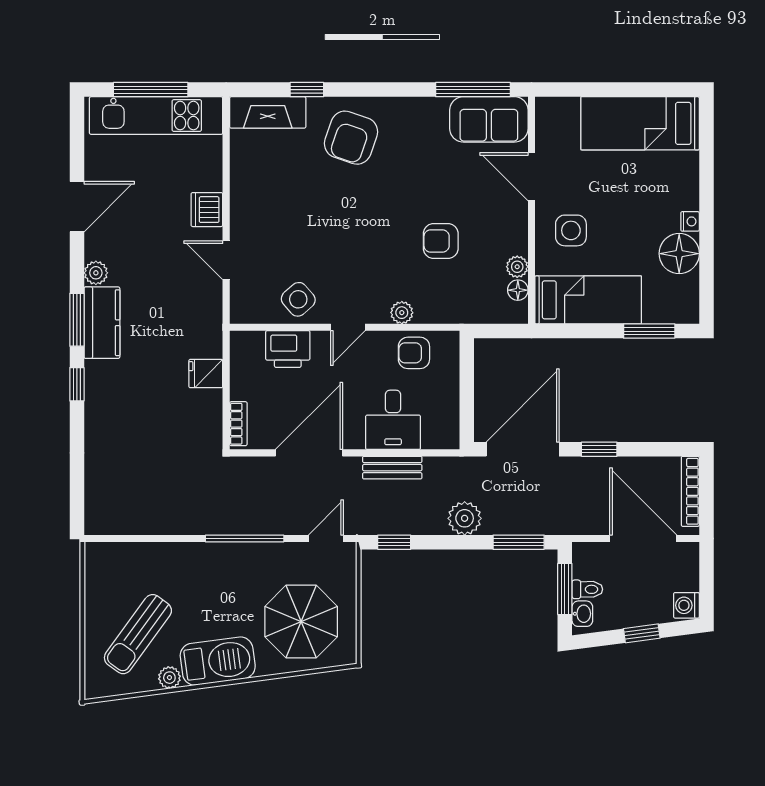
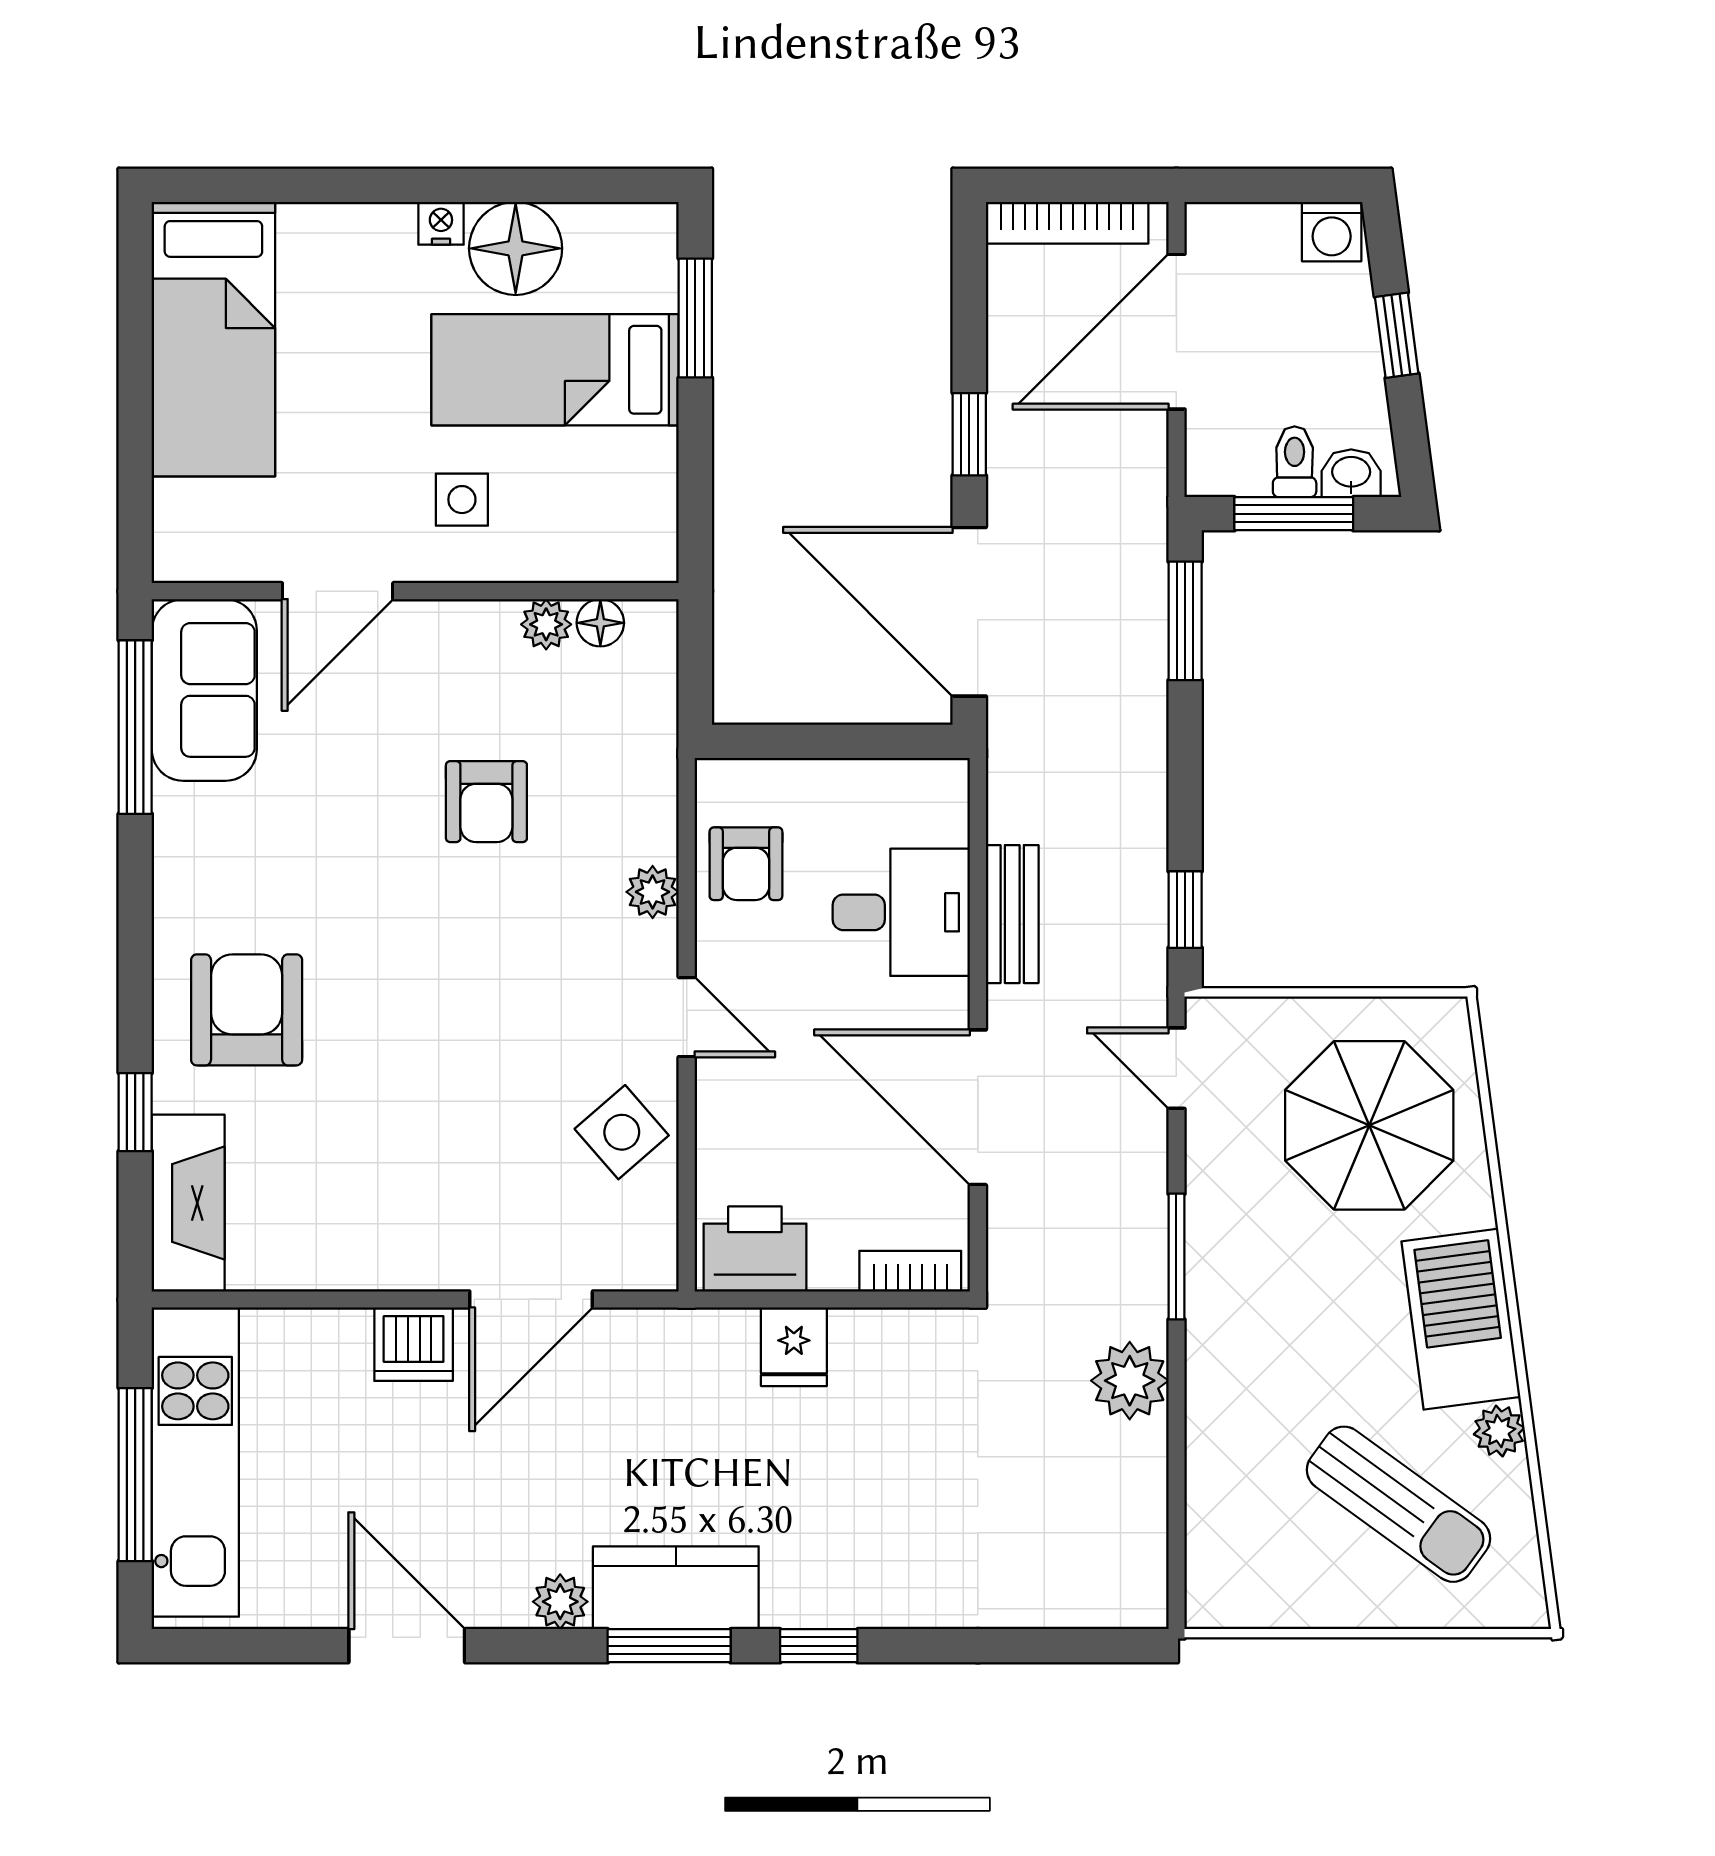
armchair: (351, 138) -> (247, 1010), turned -109
side table: (571, 230) -> (462, 500), width x0.73, depth x0.73
door: (226, 260) -> (531, 1299), width x1.38
bed: (588, 300) -> (555, 370), moved, turned -90
printer: (288, 349) -> (755, 1249), moved, turned -90
plant: (465, 518) -> (1130, 1381), moved
window: (245, 538) -> (1176, 1257), width x0.69

